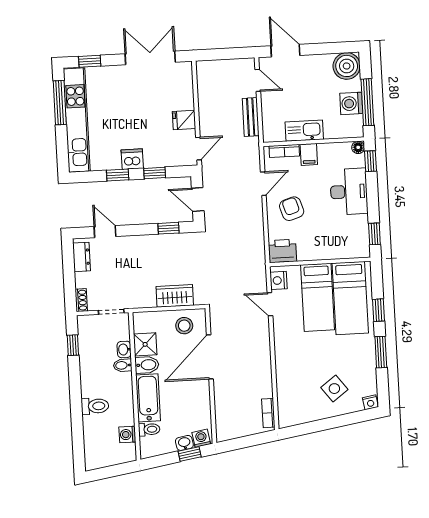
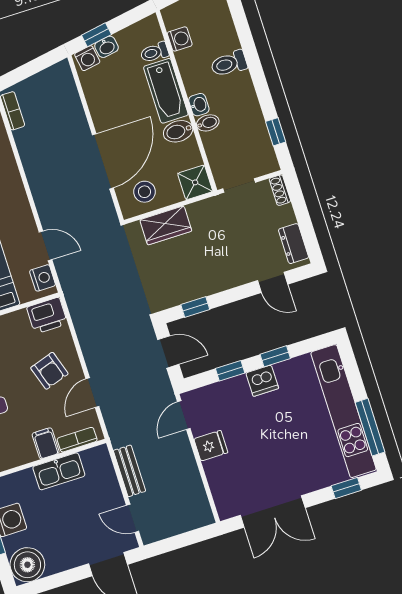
shower: (145, 344) -> (195, 182), moved
washbasin: (124, 349) -> (199, 105), moved

